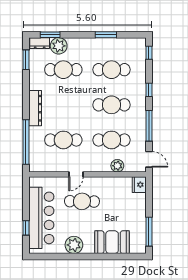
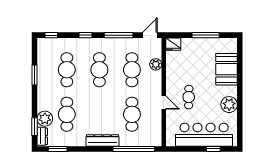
cafe table: (82, 201) -> (189, 97), width x0.73, depth x0.74
window: (149, 232) -> (206, 35), moved

